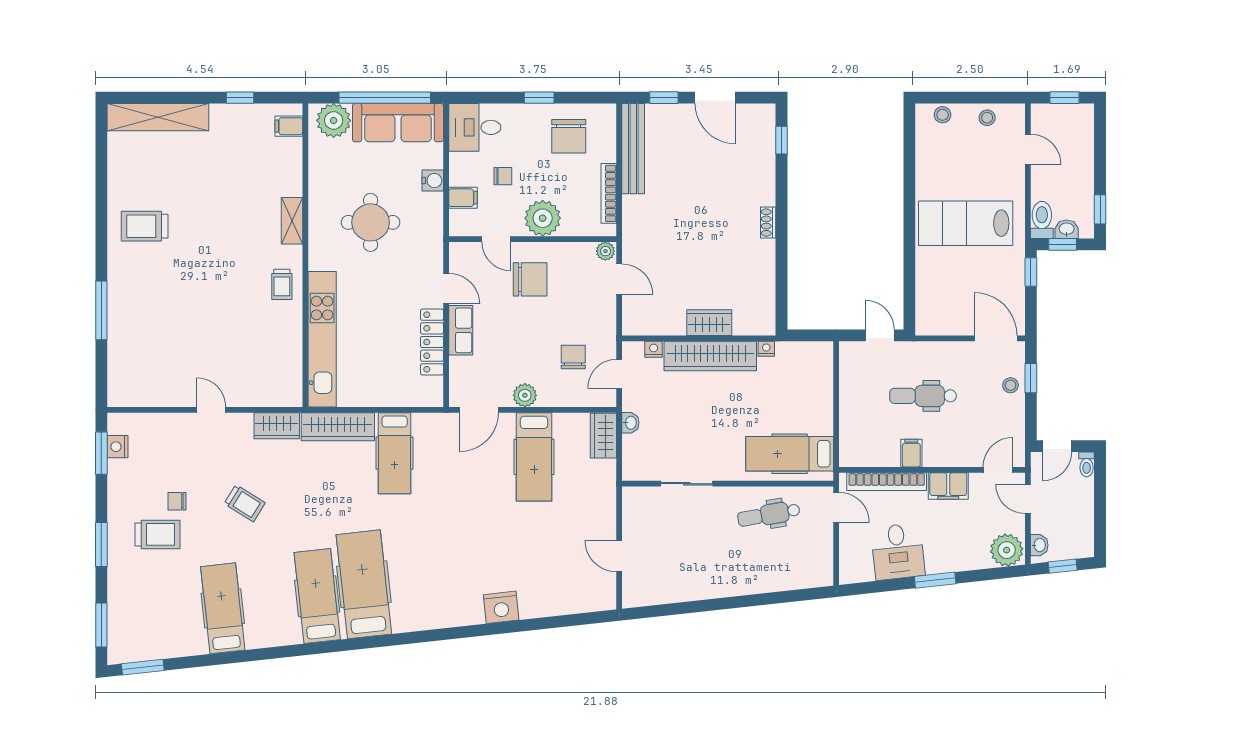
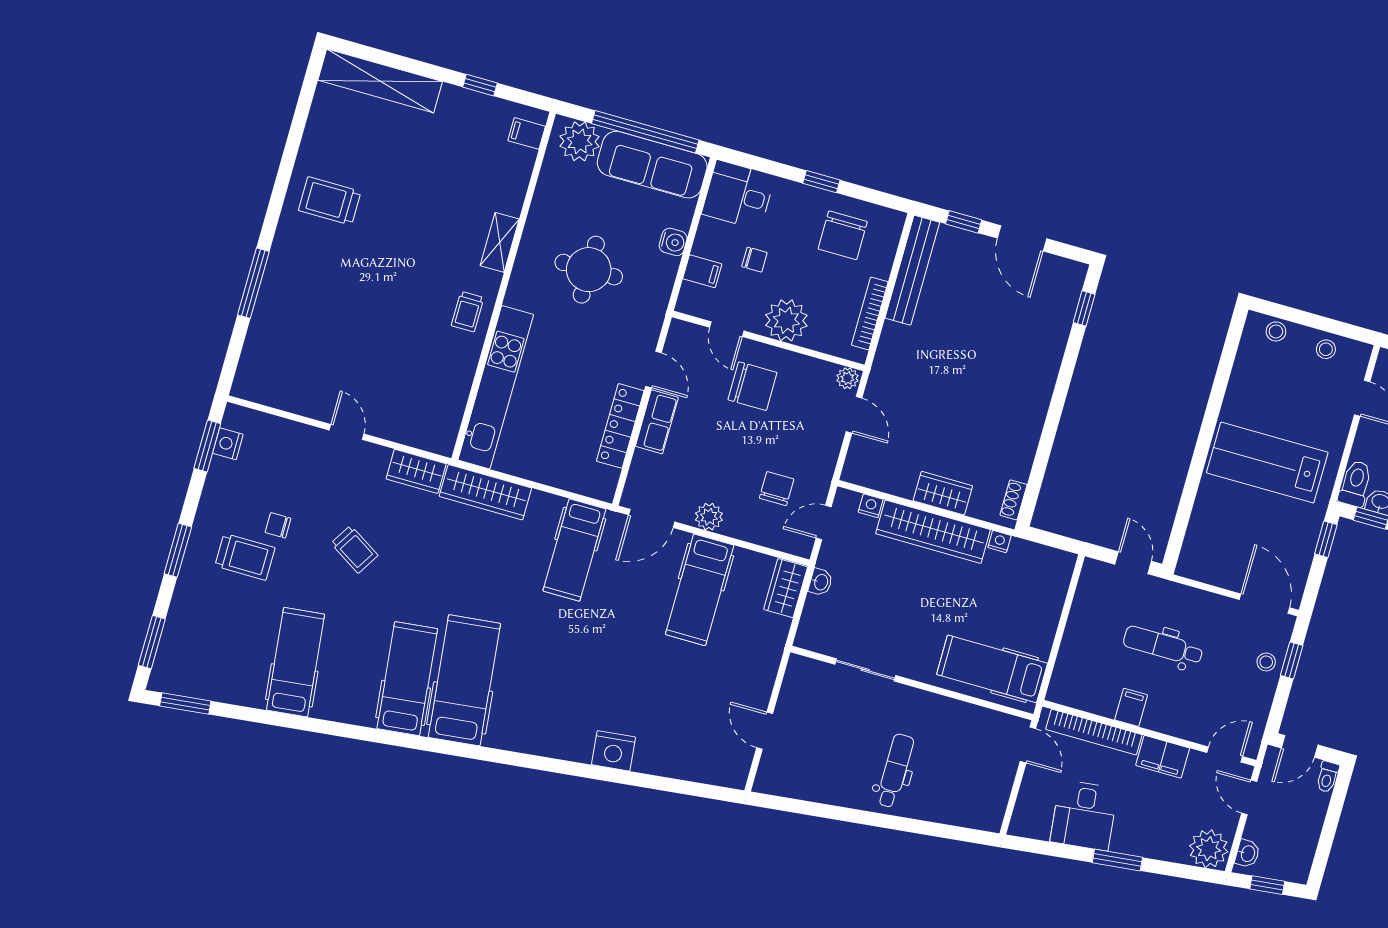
shoe rack: (768, 223) -> (1013, 500), moved
hospital bed: (395, 453) -> (574, 550), moved
dental chair: (769, 515) -> (895, 771), moved, turned 100

